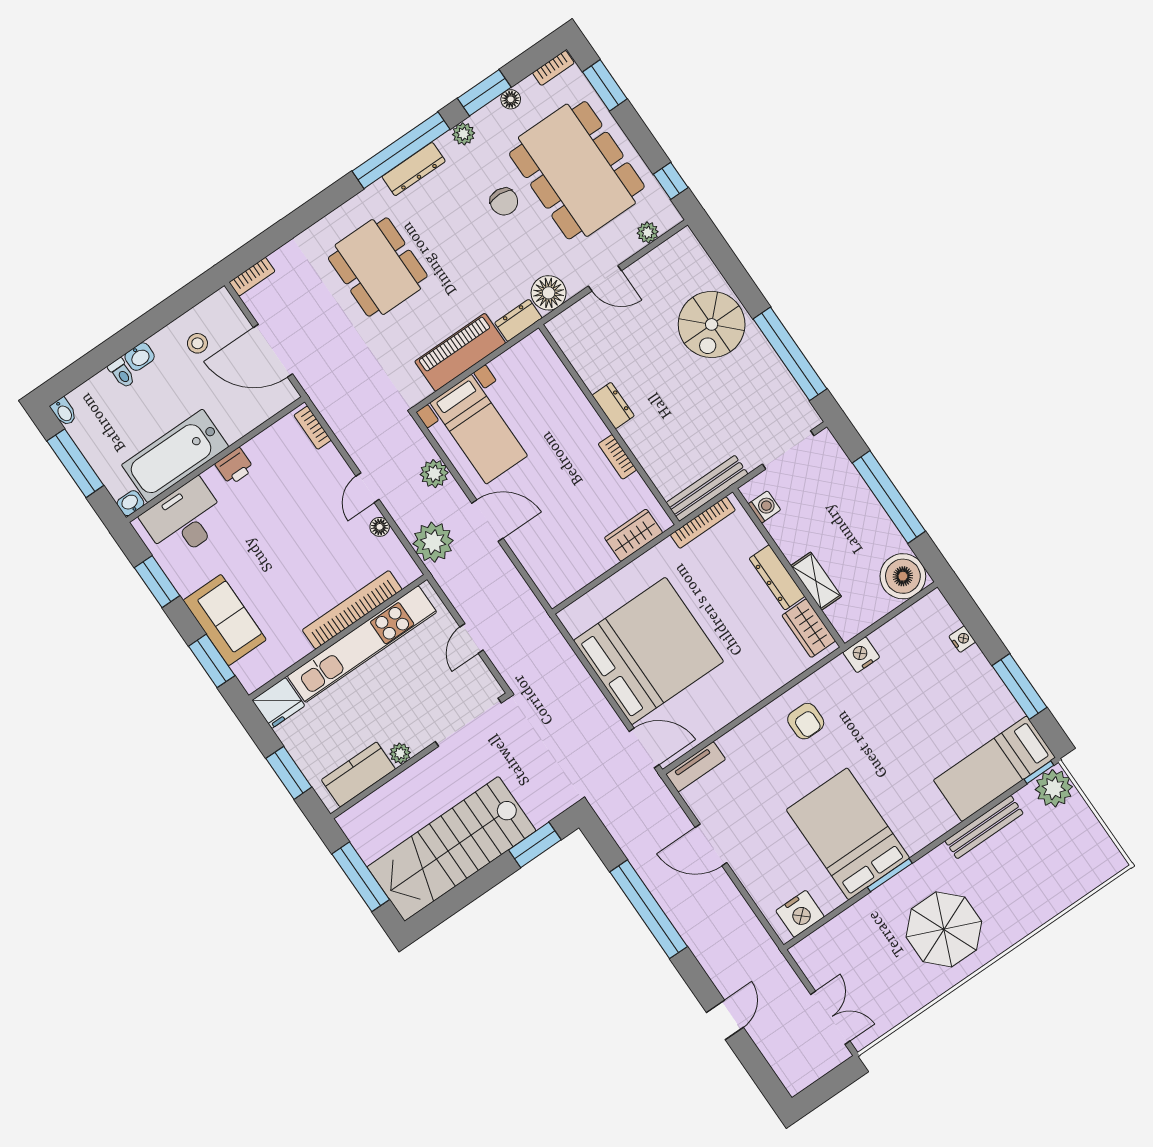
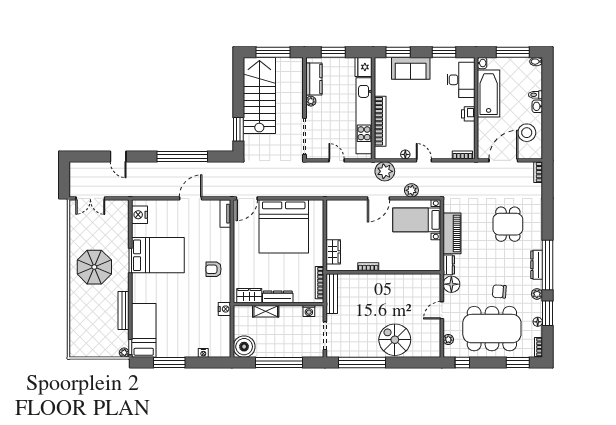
dining table: (378, 267) -> (508, 224), width x0.73
stool: (197, 343) -> (527, 133), width x1.89, depth x1.89
dresser: (613, 406) -> (390, 279), removed
plant: (1054, 788) -> (124, 353), width x0.53, depth x0.53

